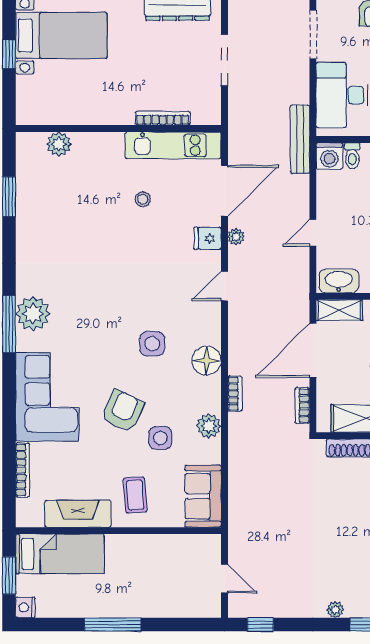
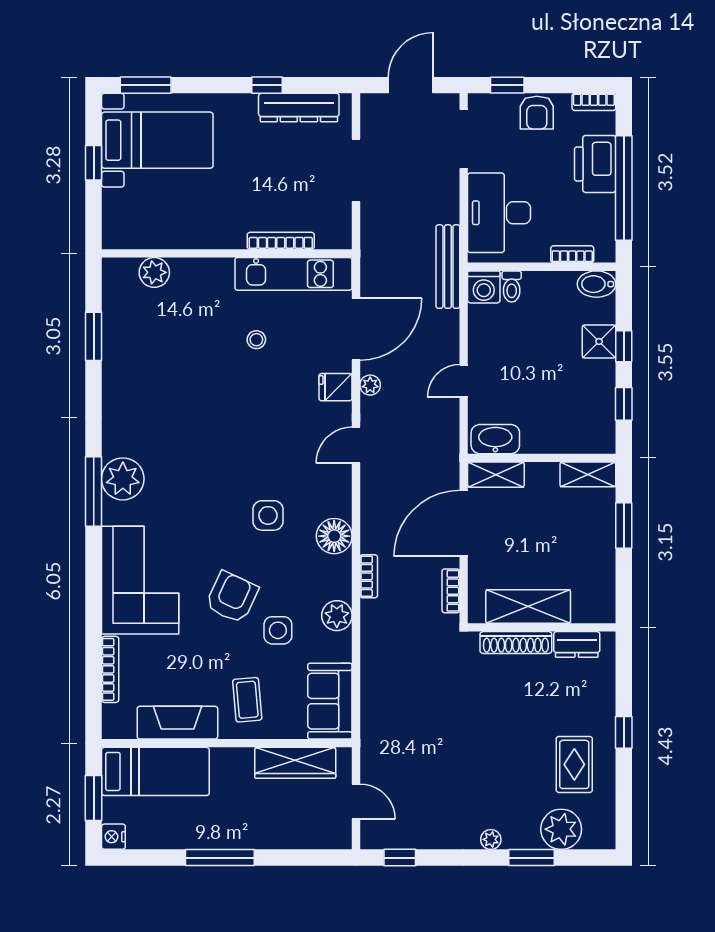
wardrobe: (175, 547) -> (295, 763), added

